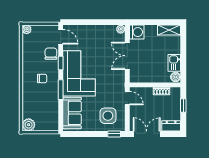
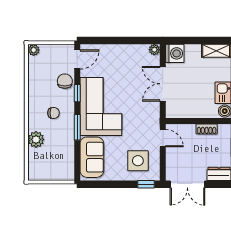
door: (61, 37) -> (77, 59), hinge flipped
plant: (29, 125) -> (36, 139), moved
double door: (147, 134) -> (187, 184), swing flipped

